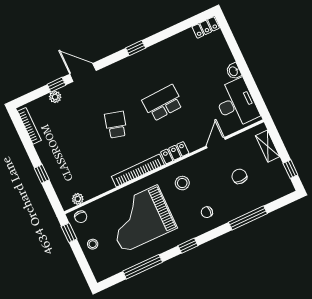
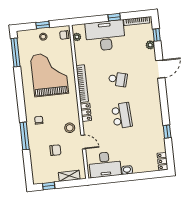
window: (136, 48) -> (167, 132), moved
window: (56, 85) -> (157, 35), moved
desk: (63, 161) -> (105, 36), added
window: (42, 174) -> (114, 17), moved
stool: (182, 183) -> (70, 128), moved
window: (248, 218) -> (25, 136), moved
window: (69, 233) -> (43, 25), moved
window: (188, 246) -> (21, 100), removed
window: (143, 267) -> (15, 53), moved

